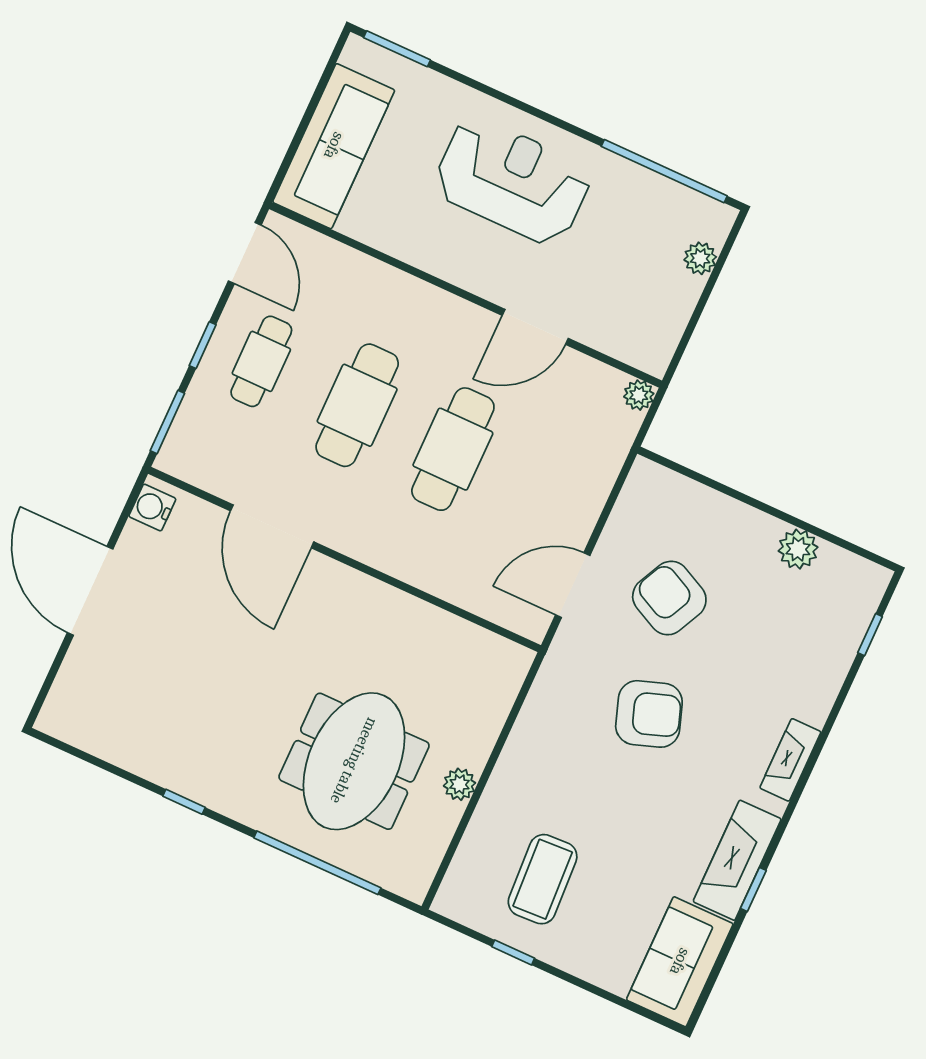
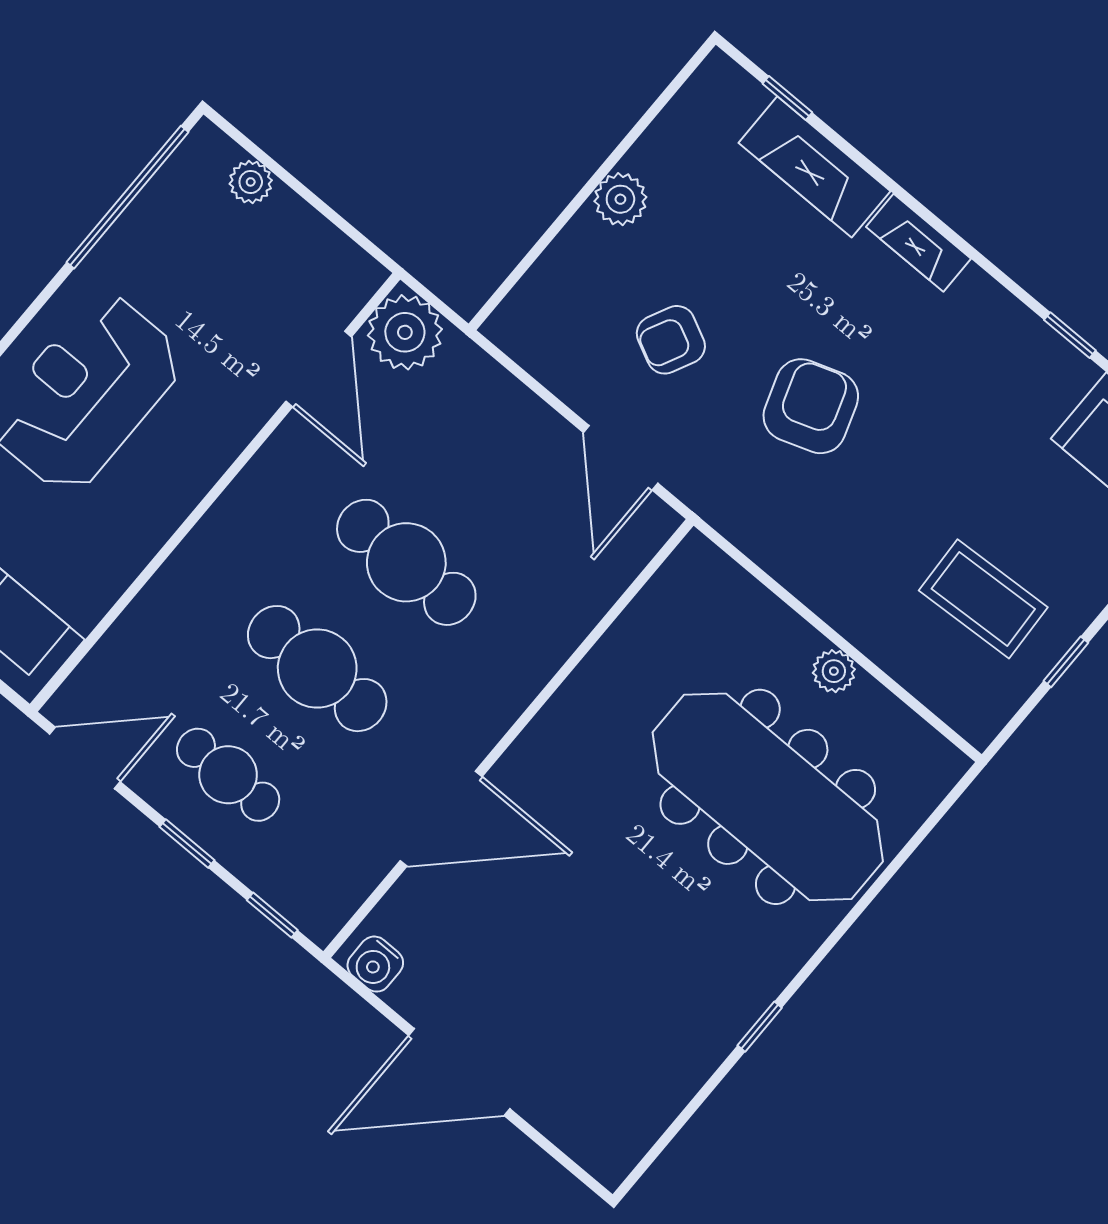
door: (535, 327) -> (319, 369), moved
plant: (639, 395) -> (405, 332), width x1.87, depth x1.87
window: (167, 422) -> (272, 915), width x0.67
plant: (798, 549) -> (620, 199), moved
armchair: (669, 598) -> (671, 340), width x0.72, depth x0.72
meeting table: (354, 761) -> (768, 797), width x1.36
fireplace: (737, 860) -> (814, 167), moved
window: (317, 863) -> (884, 879), removed

